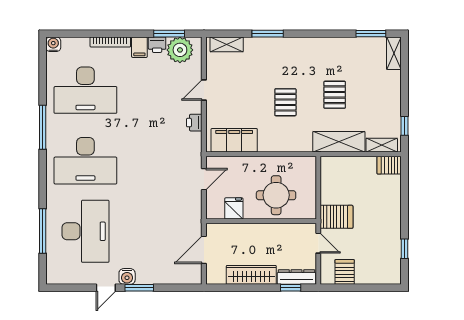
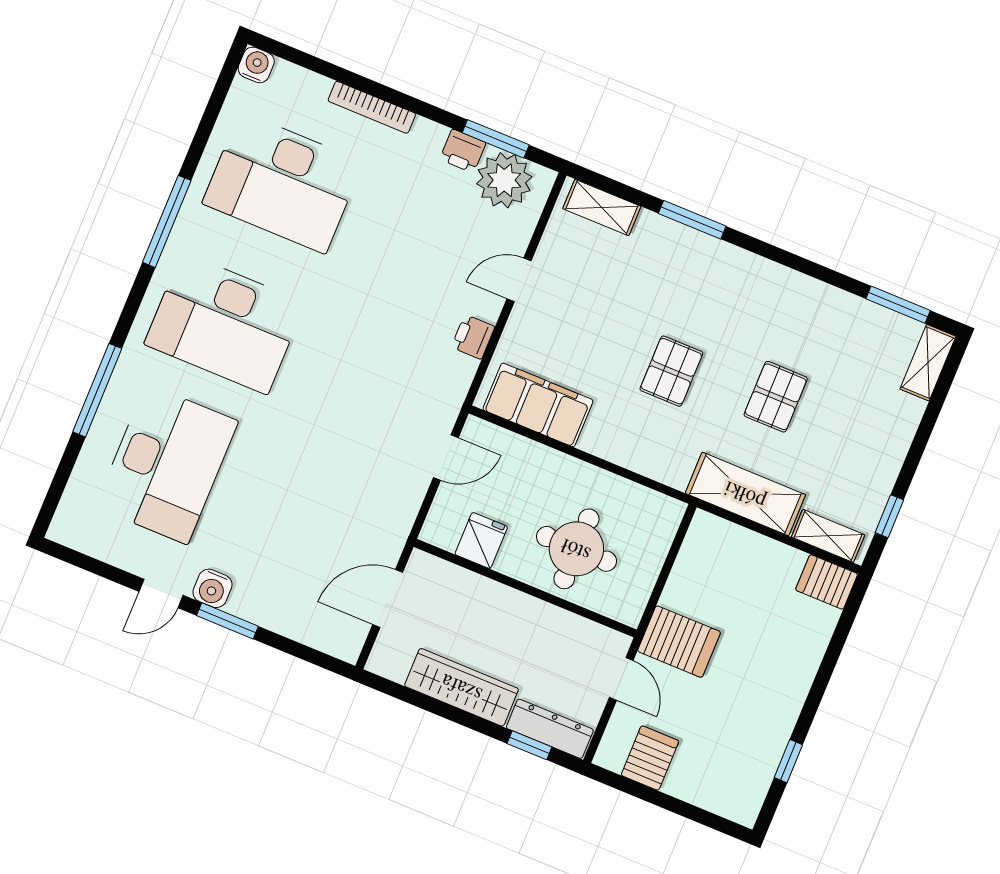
filing cabinet: (139, 47) -> (426, 142), removed
window: (43, 231) -> (97, 390), moved

